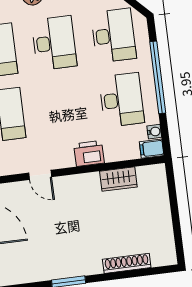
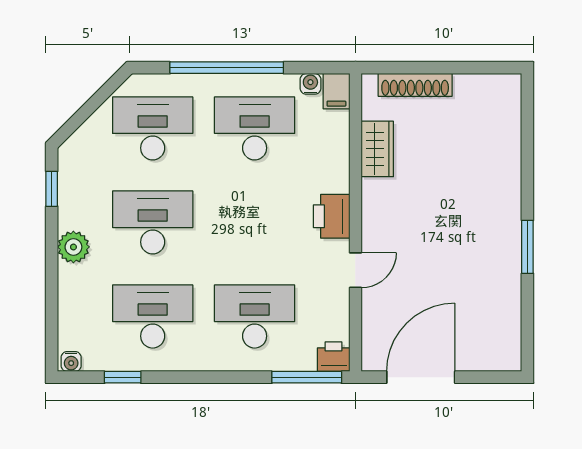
printer: (89, 153) -> (332, 216), moved
shoe rack: (127, 263) -> (415, 85), moved, turned -90

